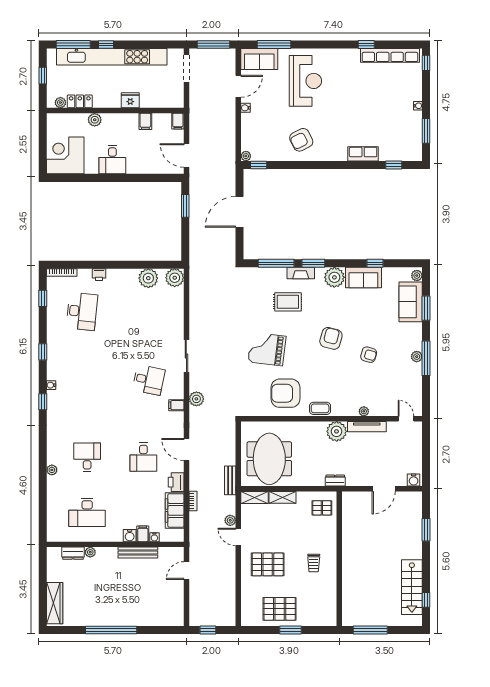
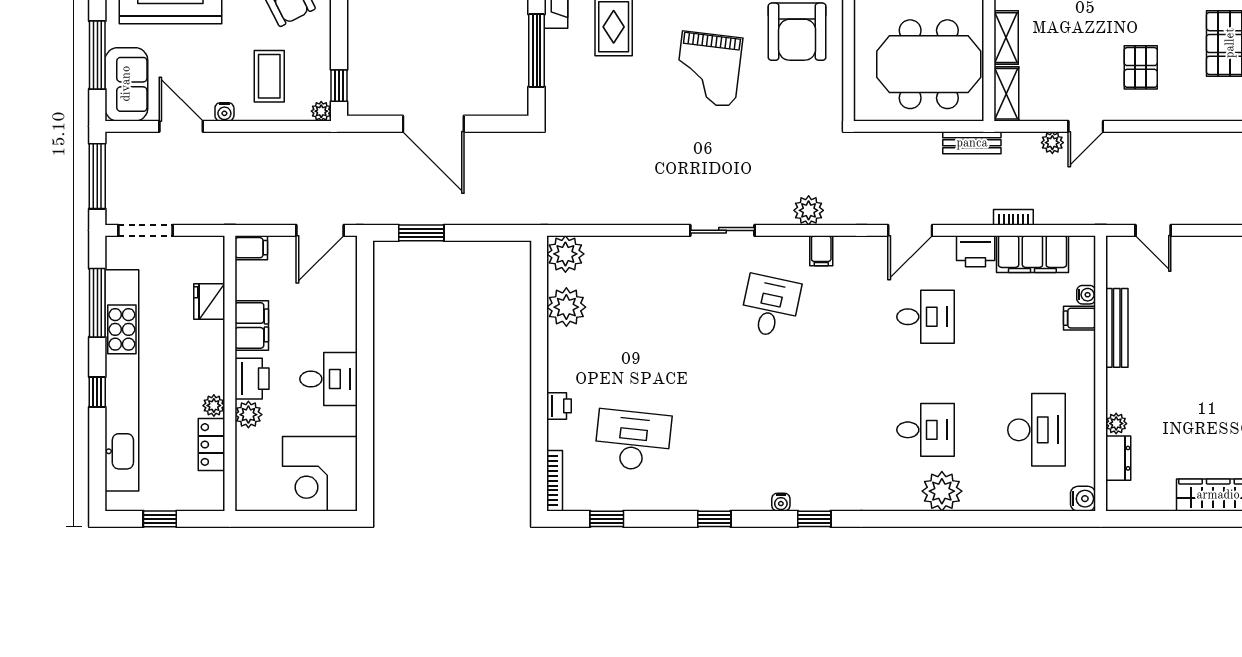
window: (73, 44) -> (97, 303), moved
fridge: (130, 100) -> (209, 302), moved
plant: (60, 103) -> (214, 406), moved
filing cabinet: (145, 121) -> (252, 325), width x2.00
printer: (113, 122) -> (252, 379), added
coffee table: (263, 130) -> (269, 76), added
desk: (87, 457) -> (926, 430), turned 180
plant: (52, 470) -> (942, 491), width x1.87, depth x1.87
water cooler: (130, 536) -> (1083, 499), moved
pallet: (268, 564) -> (1141, 67), width x0.67, depth x0.71

